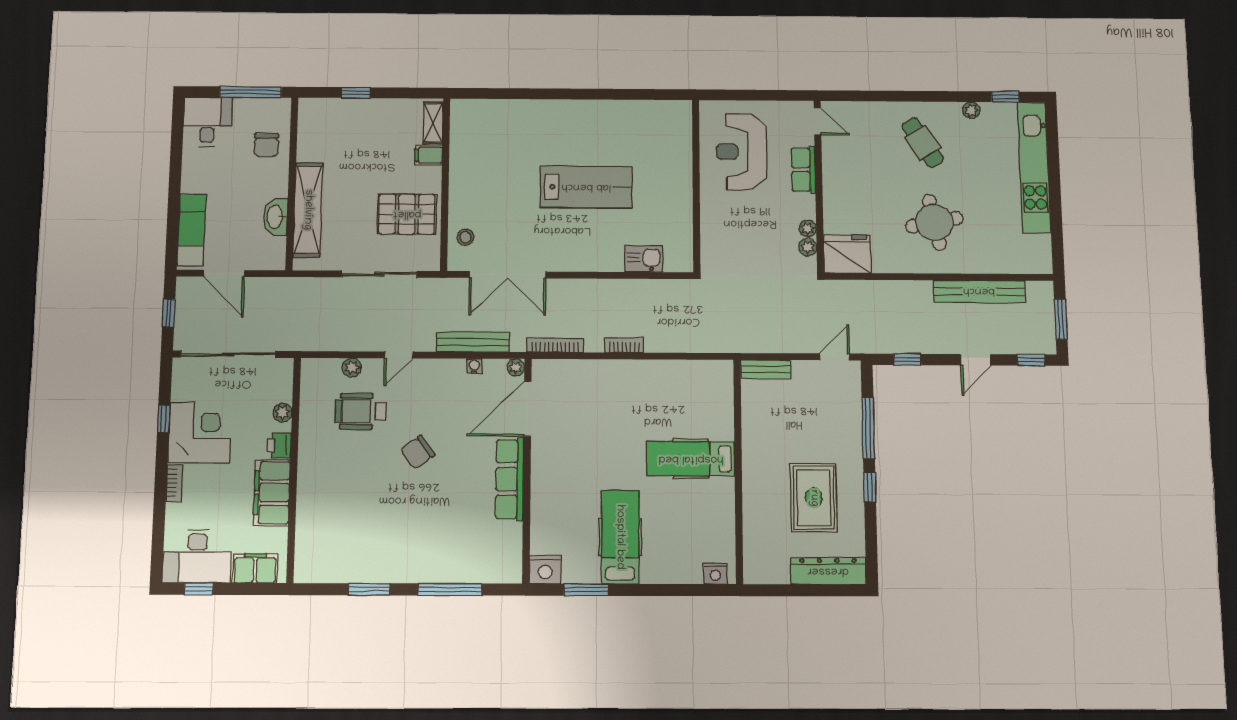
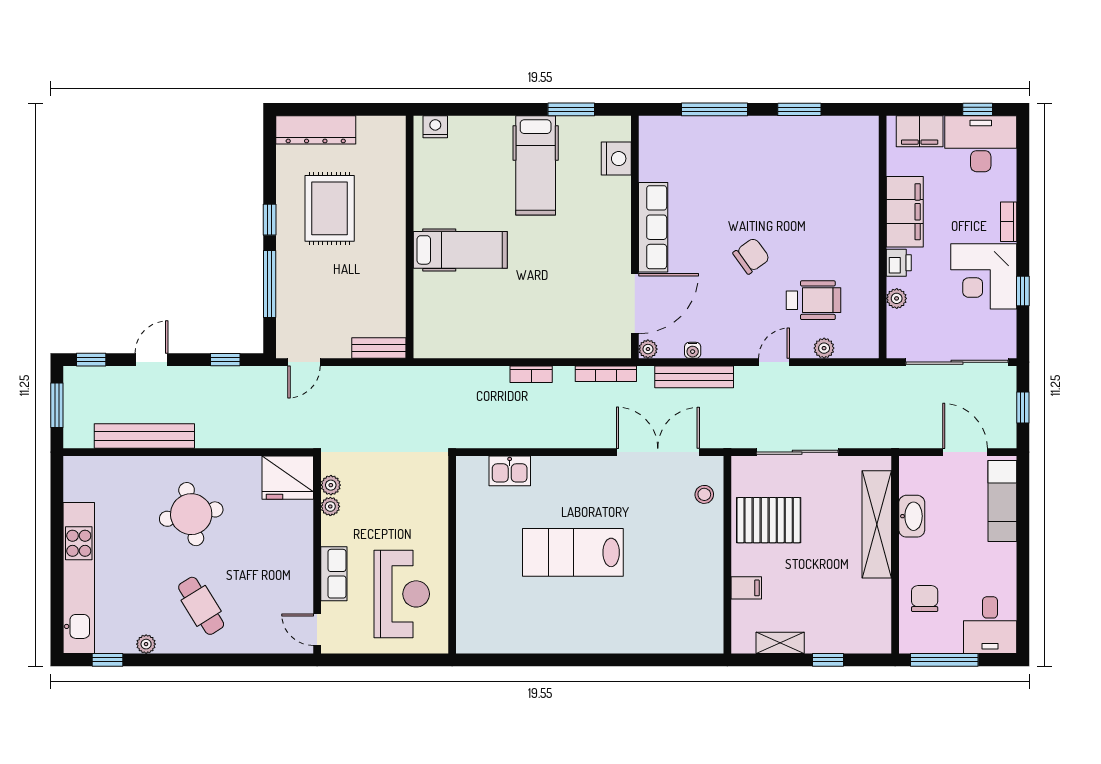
shelving: (433, 123) -> (780, 643), moved, turned 90
nightstand: (545, 570) -> (616, 159), moved, turned 90

